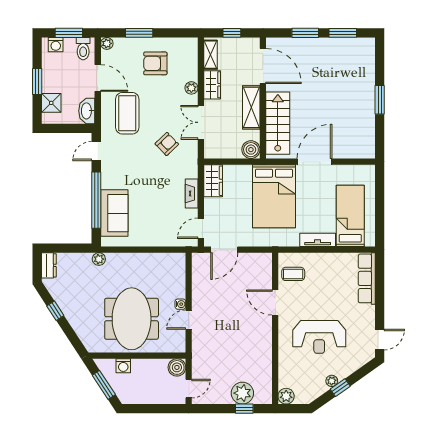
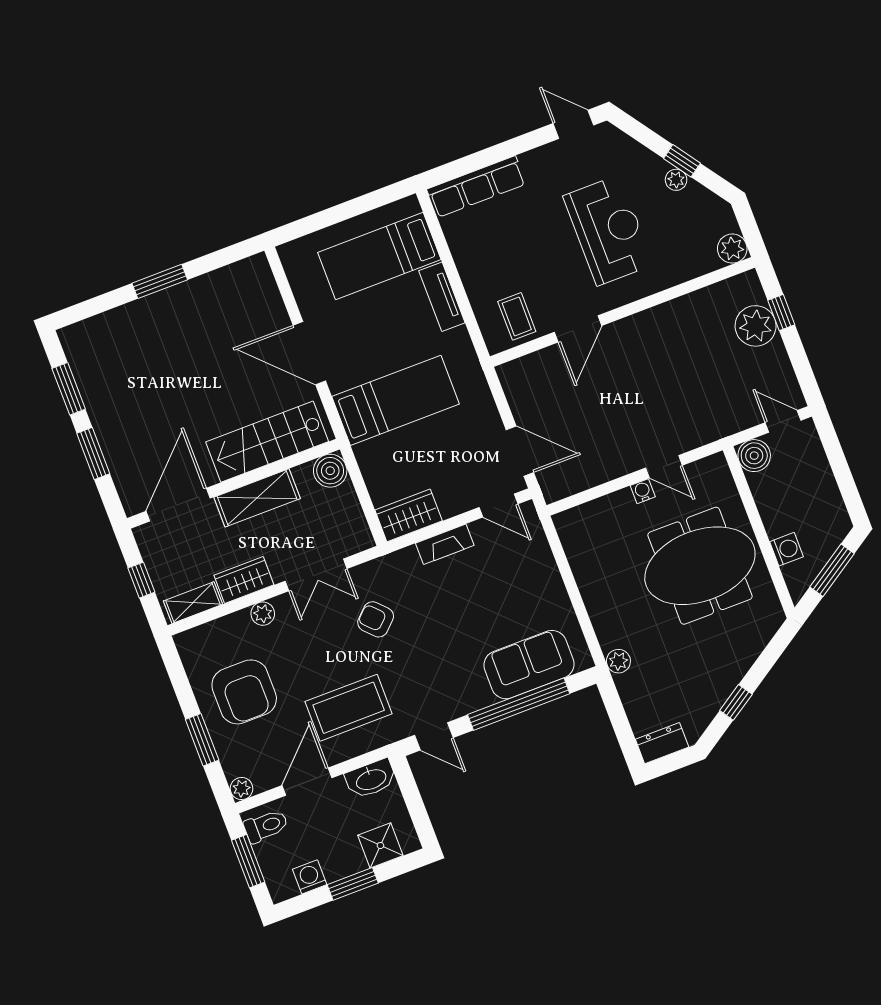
washing machine: (56, 45) -> (310, 877), moved, turned -90
armchair: (155, 63) -> (244, 692), width x1.36, depth x1.36
bed: (274, 196) -> (396, 400), width x0.67

